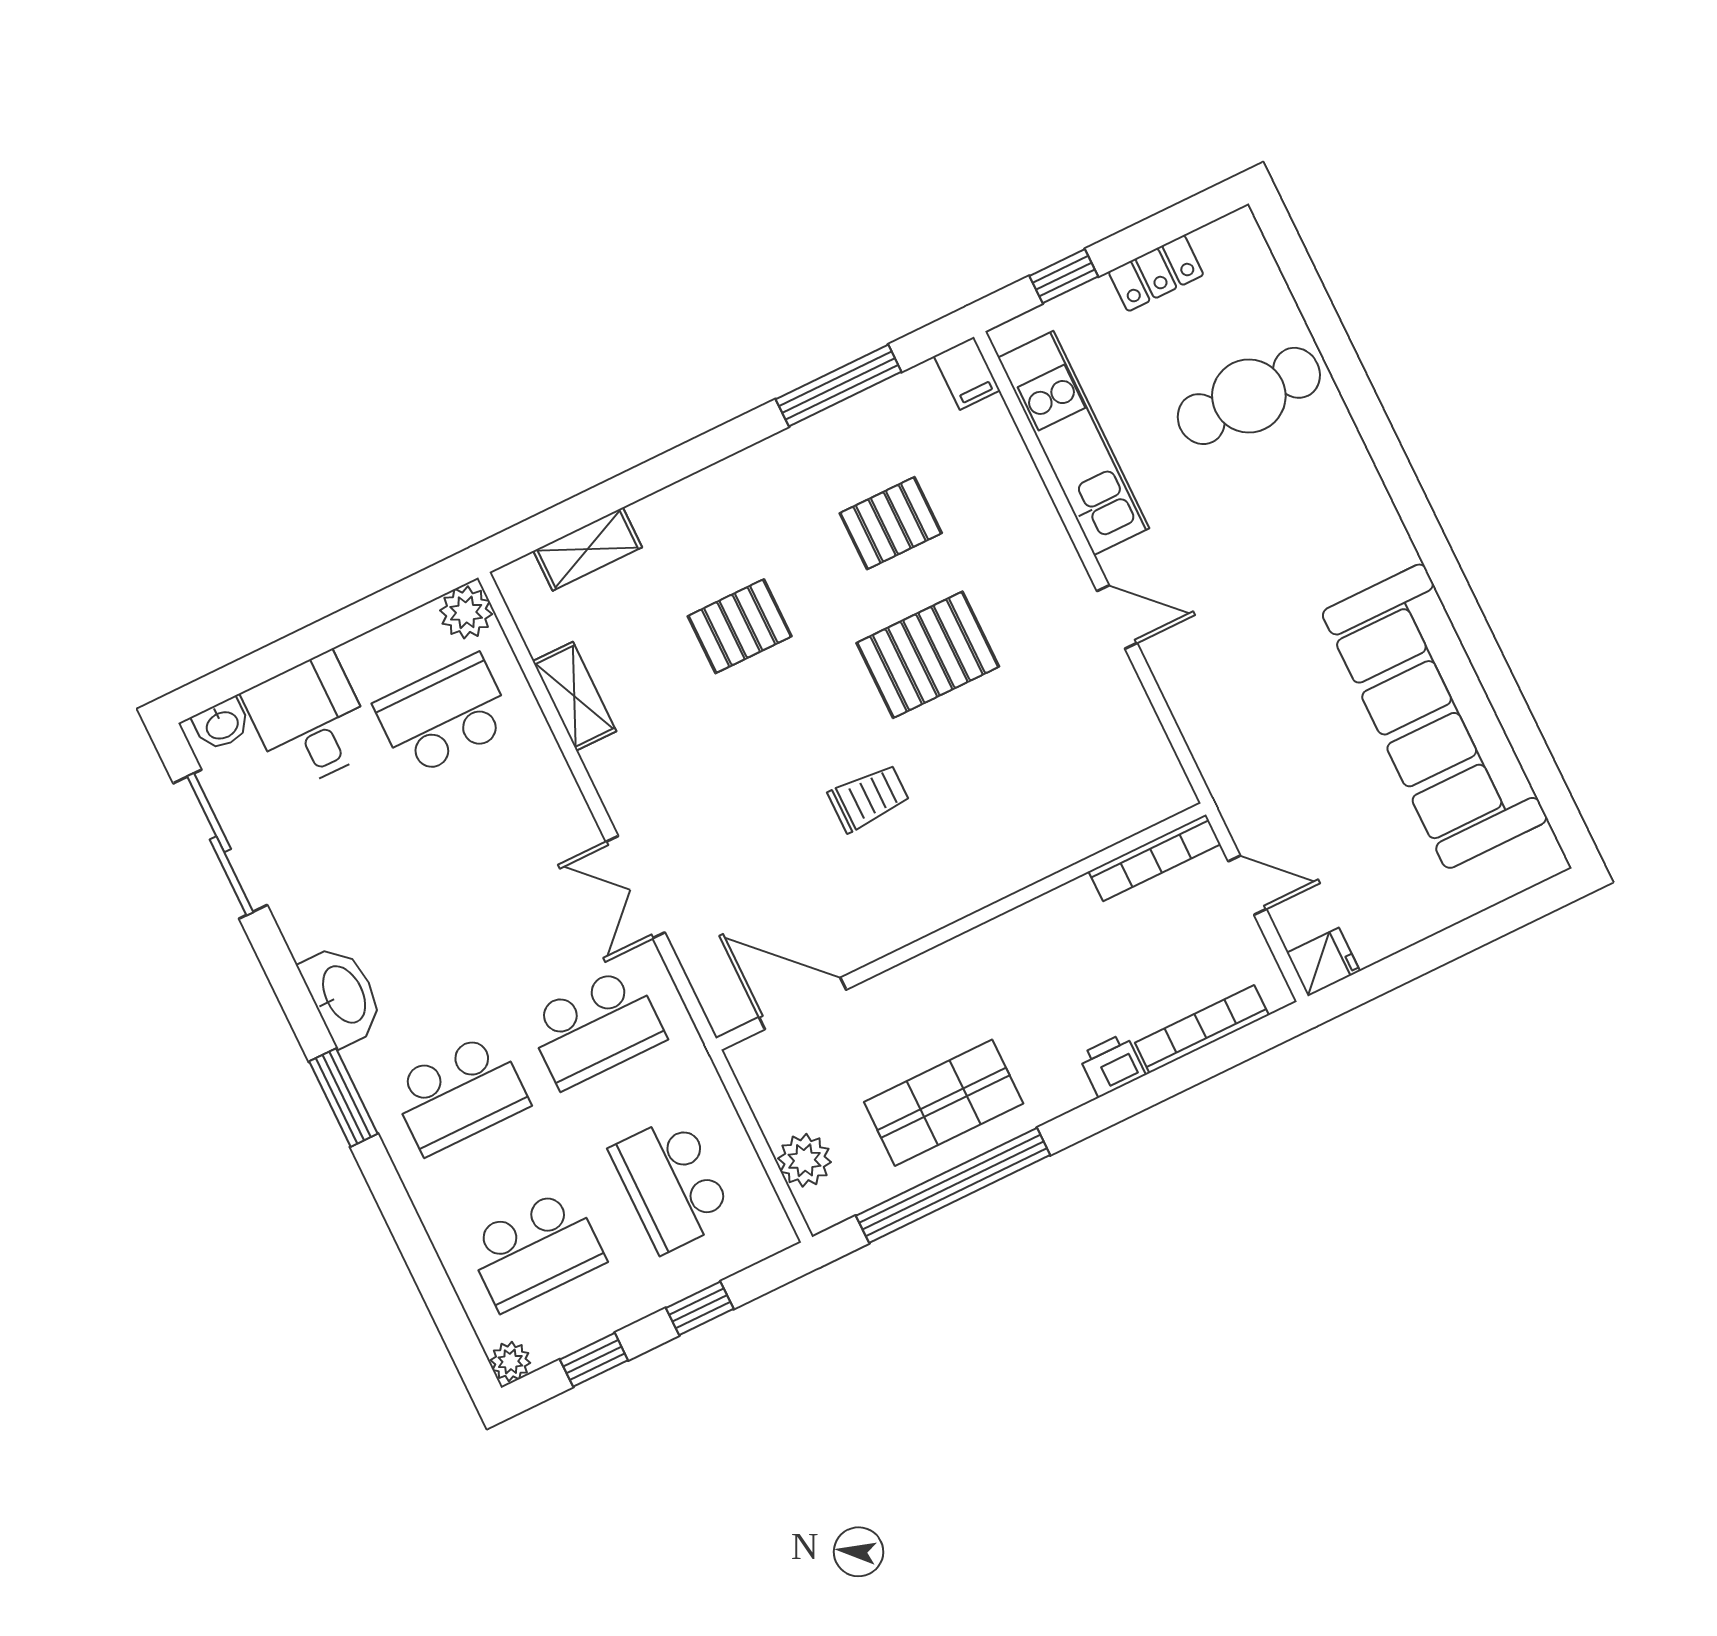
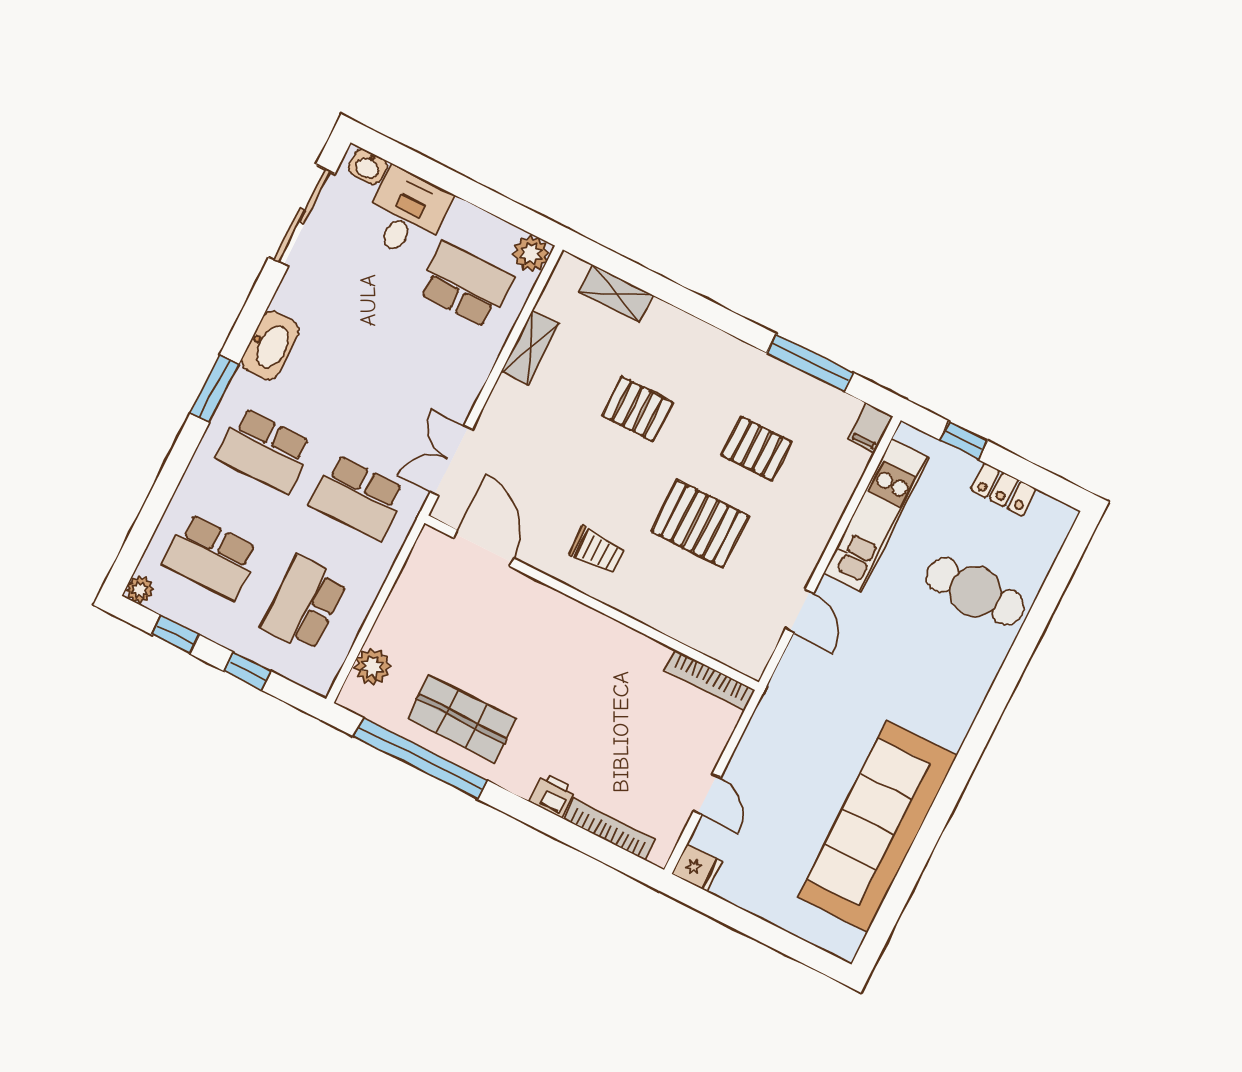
bookcase: (1155, 858) -> (710, 680), moved
wall: (961, 927) -> (592, 603), moved
door: (803, 1003) -> (484, 548), moved

